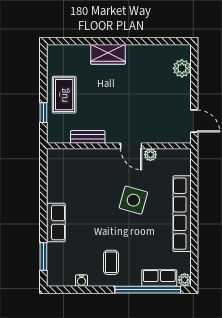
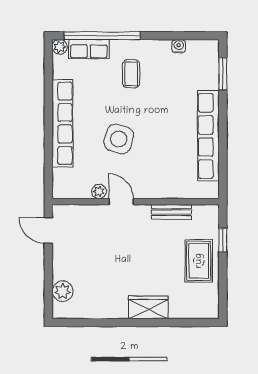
row of seats: (56, 222) -> (208, 136), width x2.02
coffee table: (111, 262) -> (131, 74), moved

